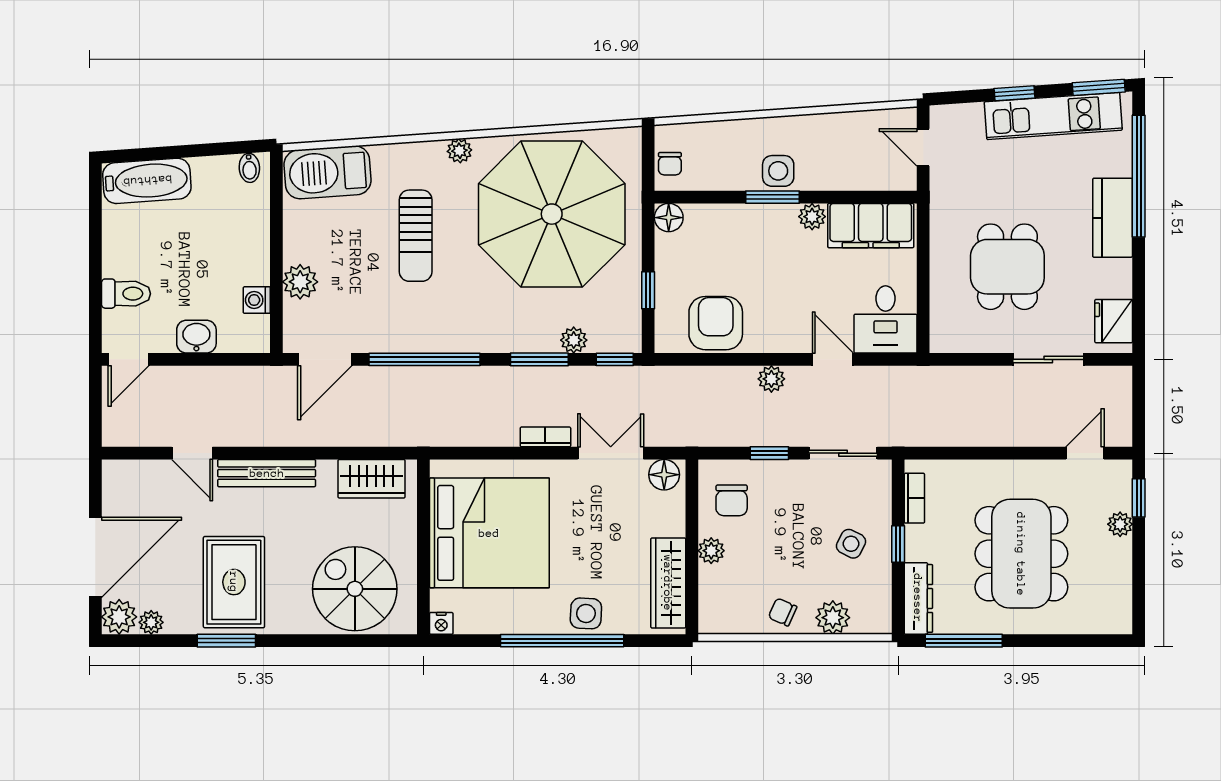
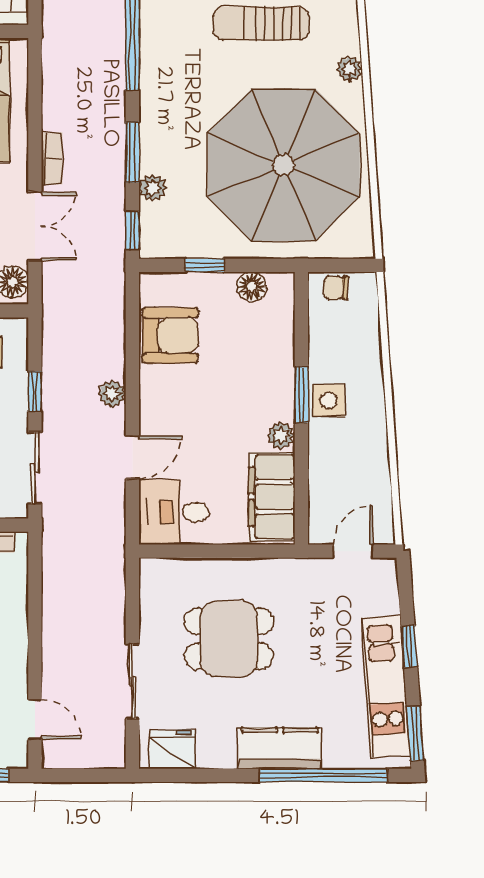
floor lamp: (669, 218) -> (252, 287), moved

